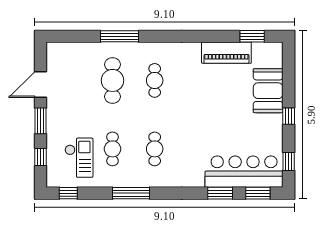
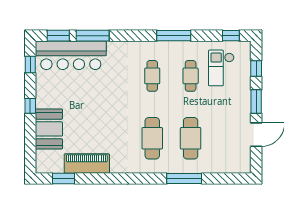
cafe table: (155, 80) -> (152, 138), width x1.37, depth x1.35
window: (220, 193) -> (93, 36), width x1.44

